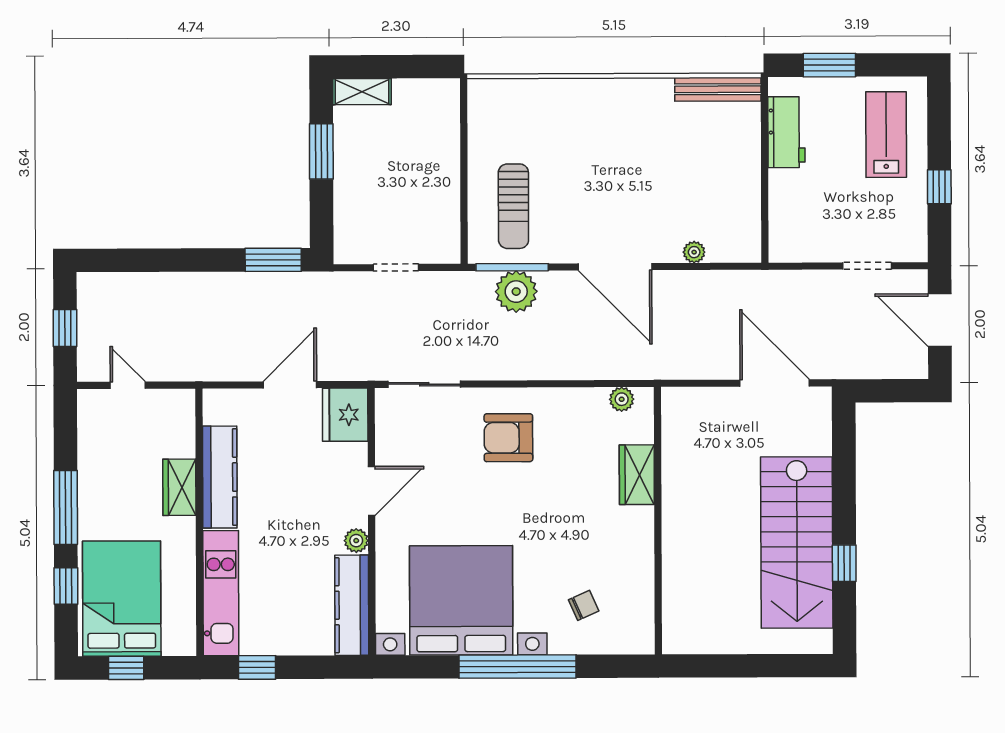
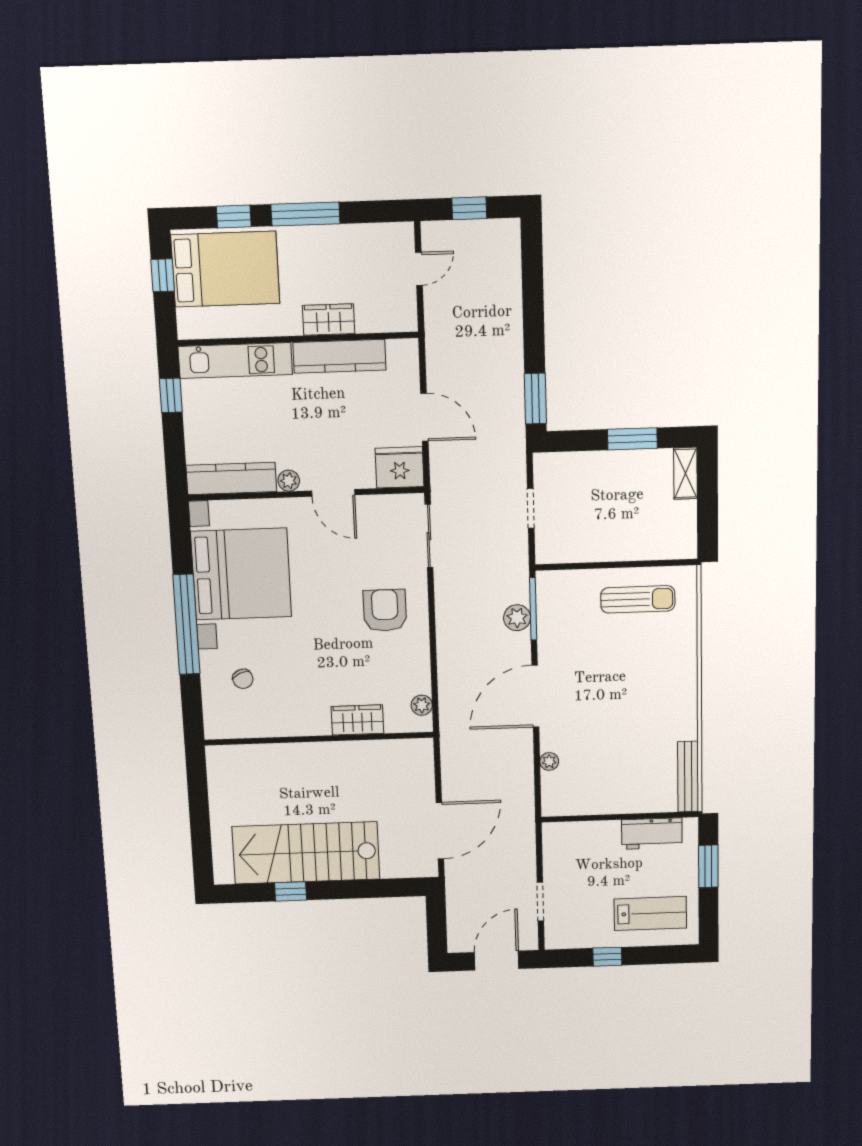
sun lounger: (513, 206) -> (638, 599), moved, turned 180
plant: (516, 292) -> (517, 618), width x0.73, depth x0.73

